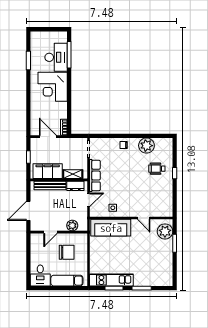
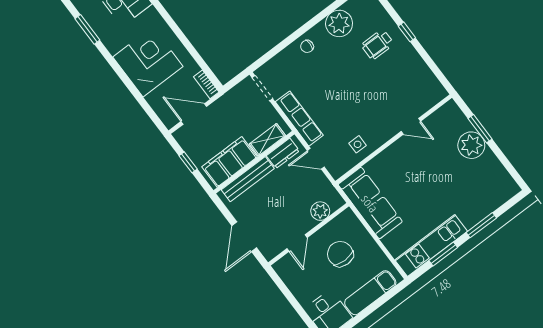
corner desk: (53, 87) -> (148, 62), moved, turned 180
door: (88, 200) -> (316, 159), swing flipped
sofa: (111, 228) -> (370, 203), moved, turned -90
plant: (165, 231) -> (471, 145), moved
chair: (67, 252) -> (340, 254), turned -90

